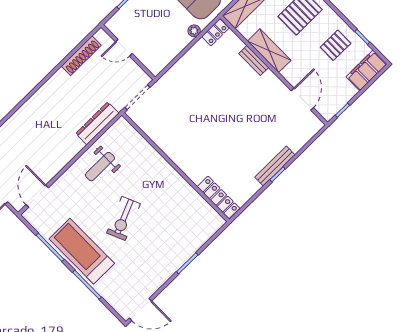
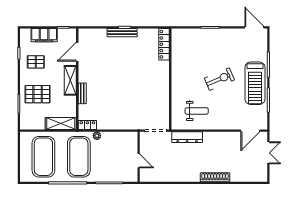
shelving: (269, 51) -> (70, 80), moved
shoe rack: (81, 56) -> (215, 177), moved
filing cabinet: (366, 71) -> (44, 35), moved
weight bench: (100, 167) -> (197, 111), moved

